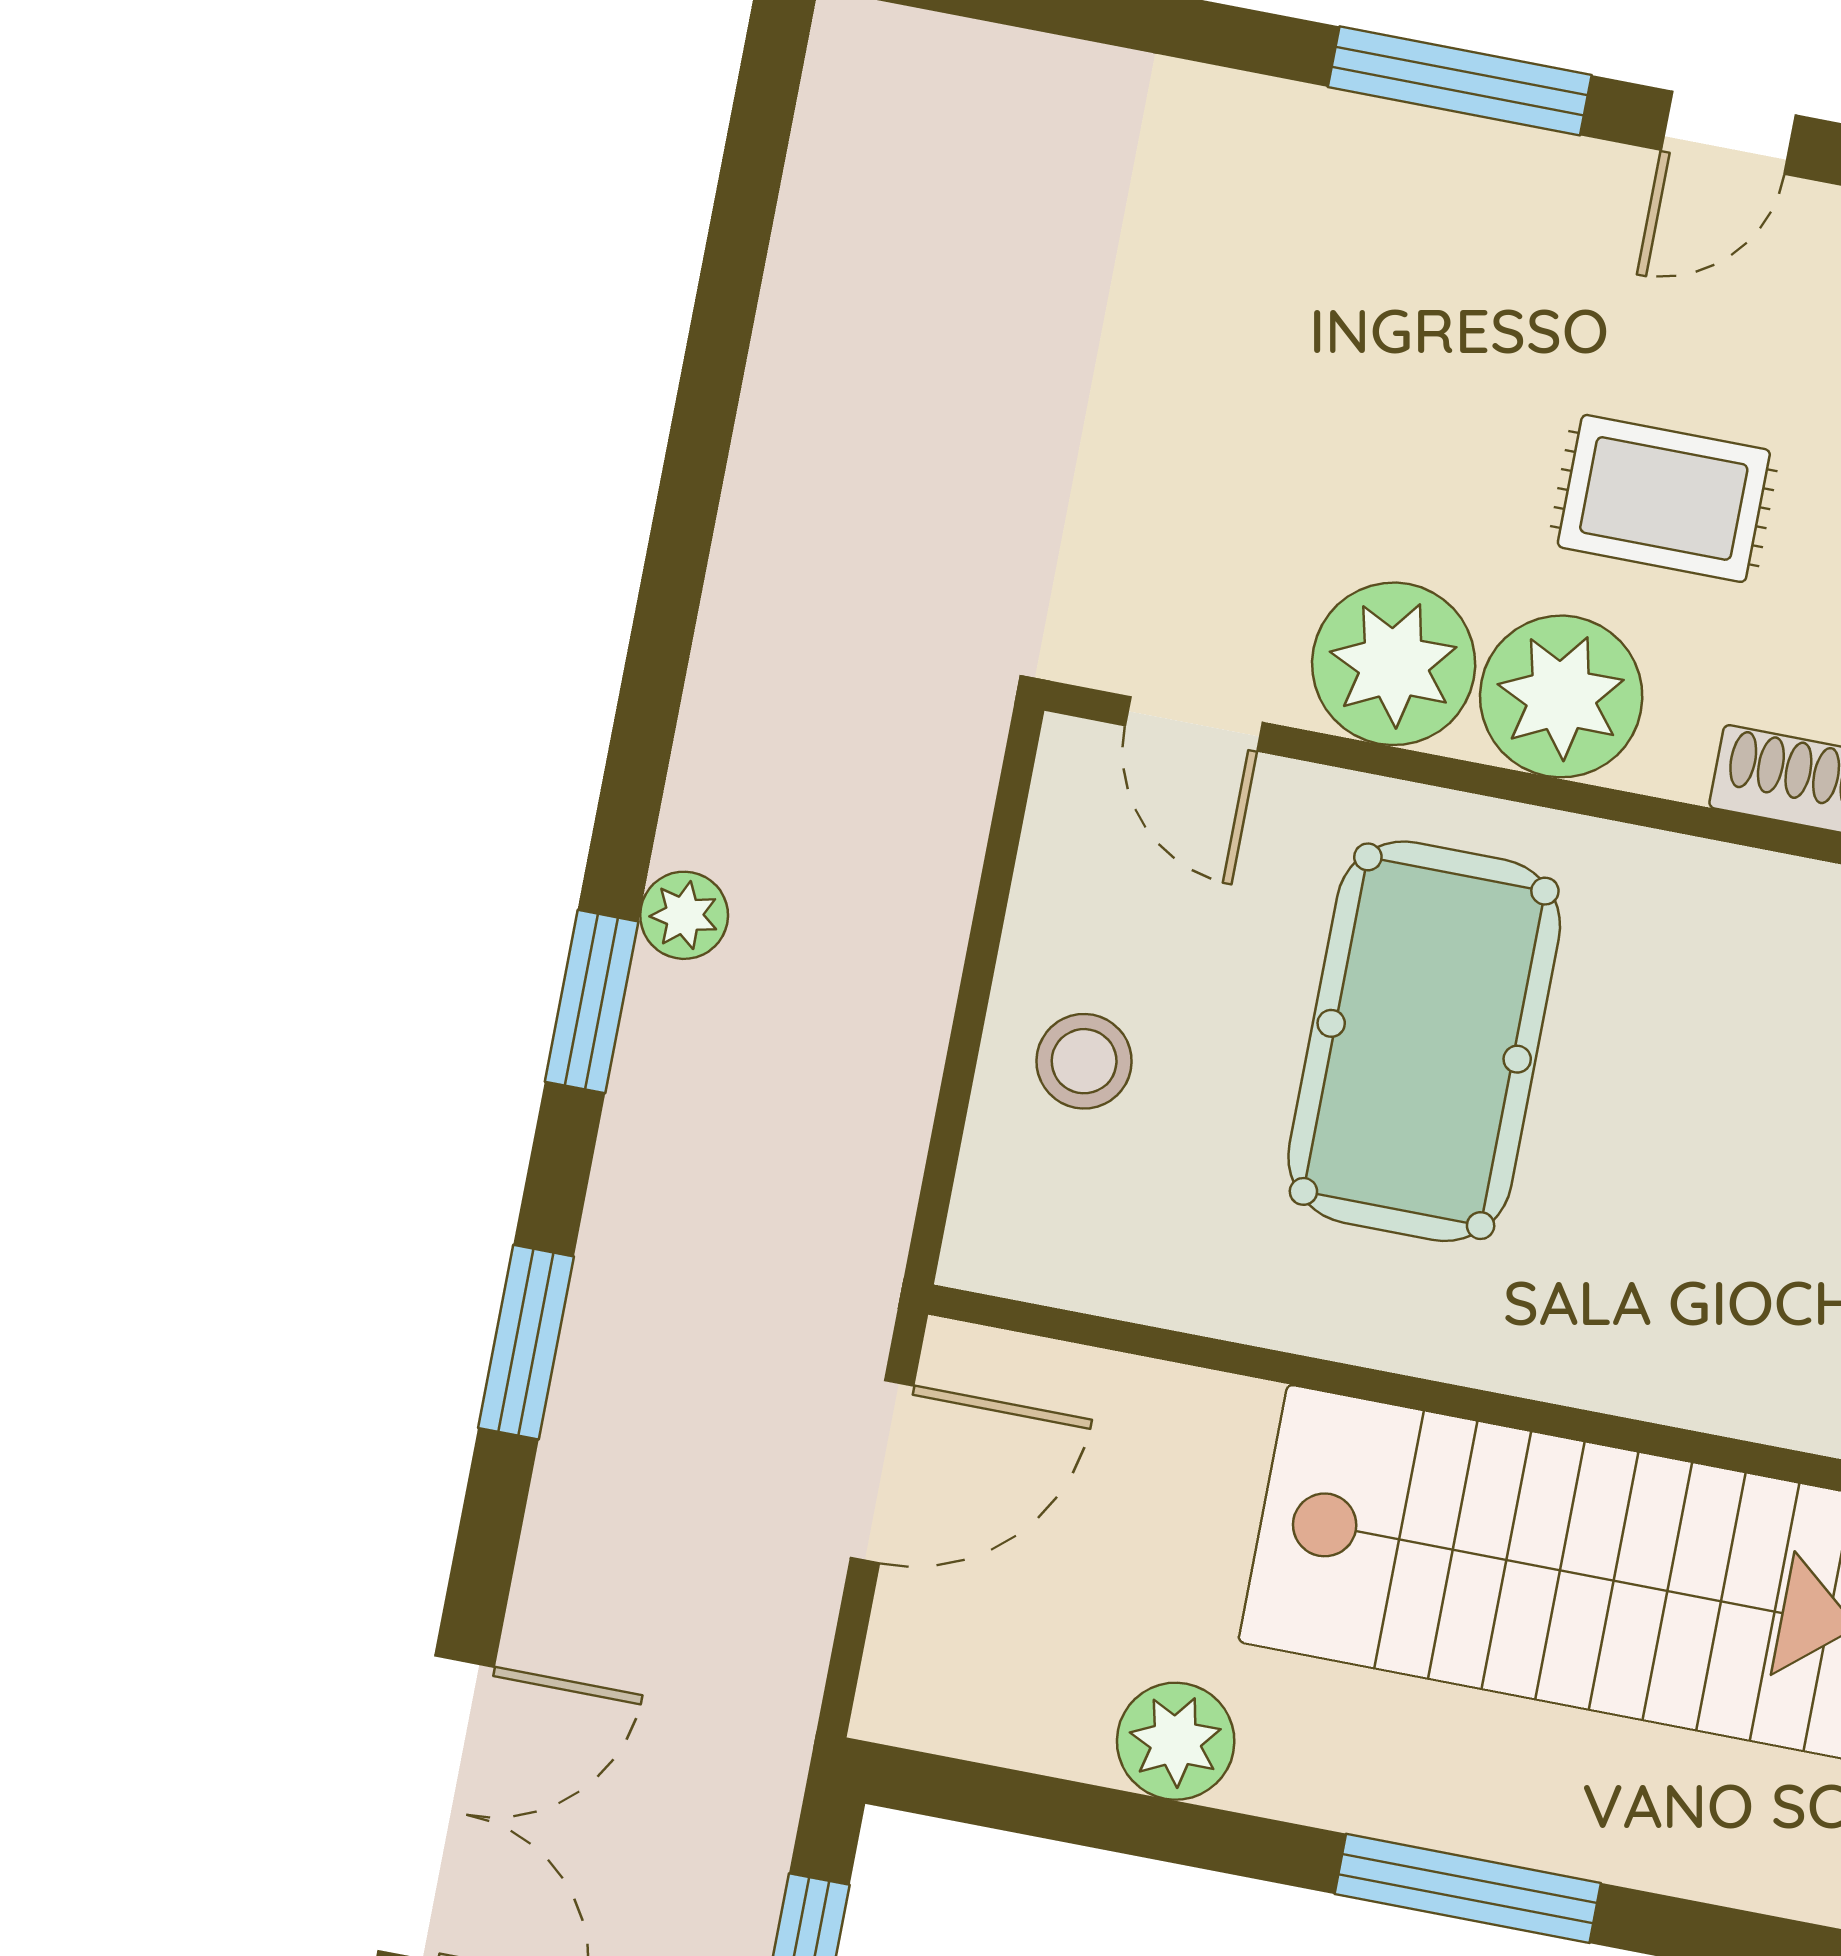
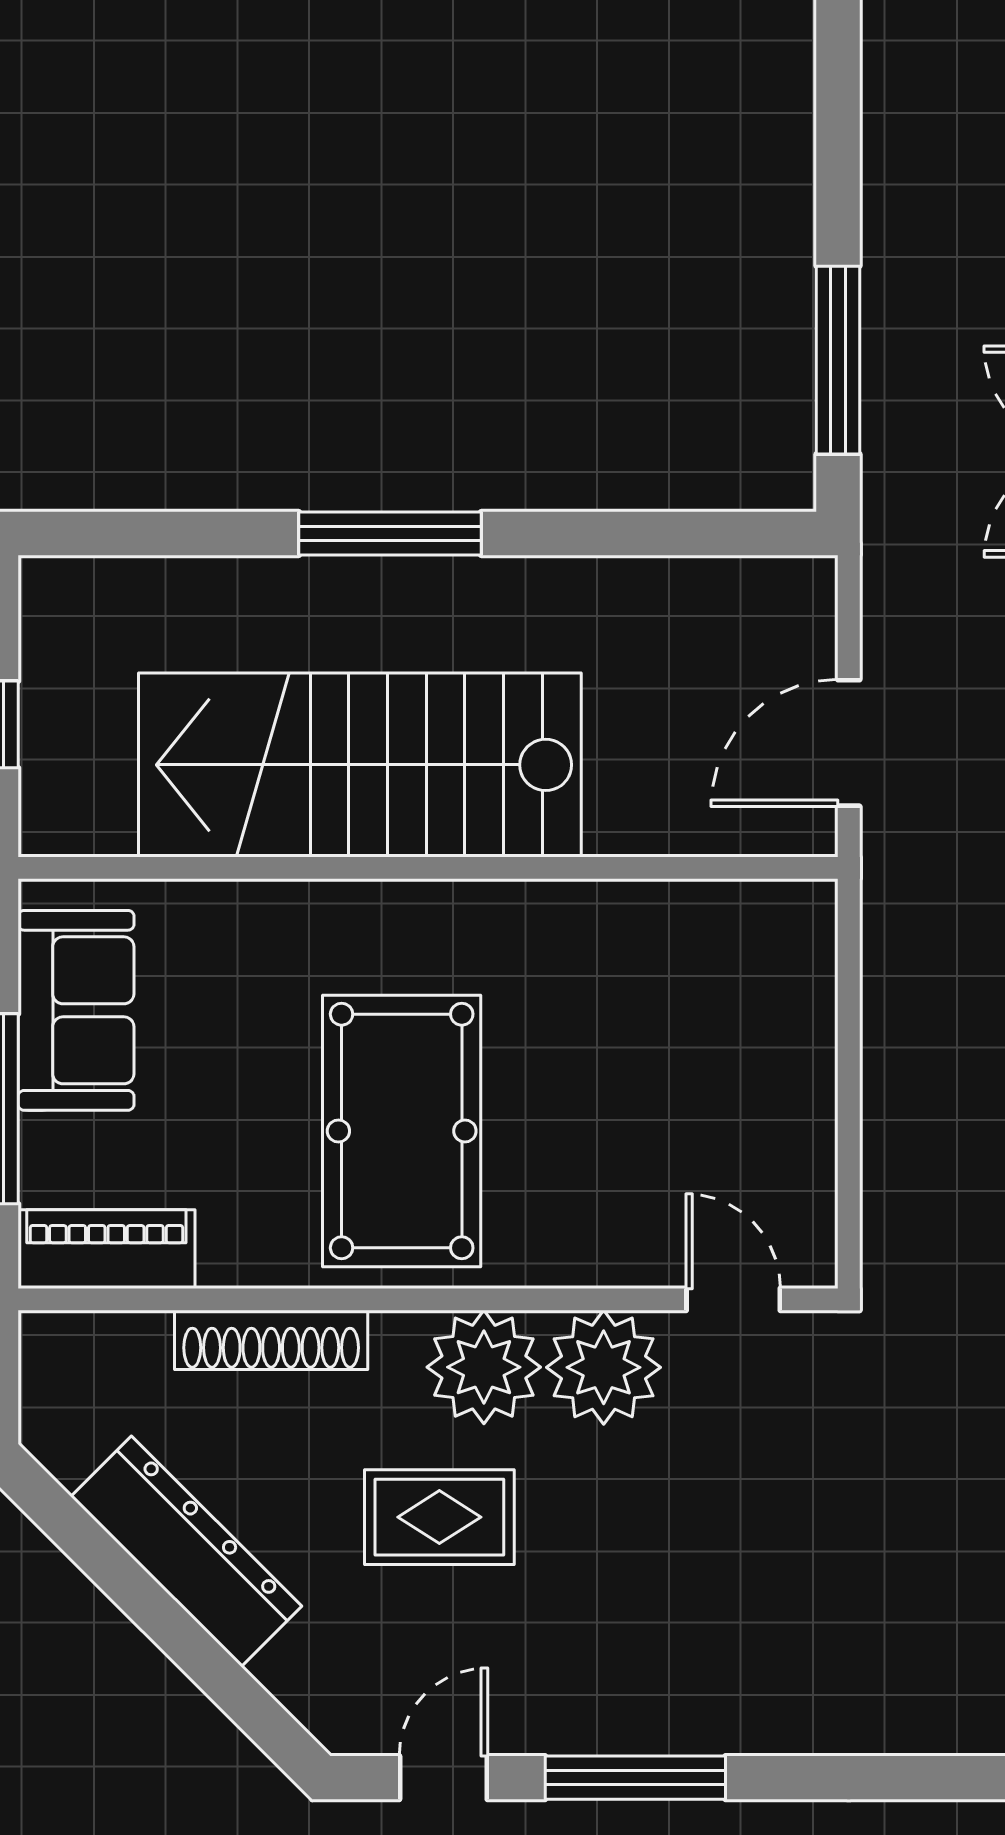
pool table: (1424, 1041) -> (402, 1131), moved
stool: (1084, 1061) -> (764, 1052), removed
plant: (1176, 1741) -> (611, 596), removed

